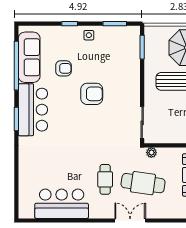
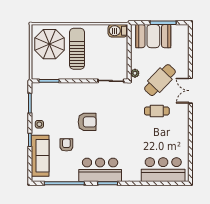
sofa: (29, 57) -> (40, 156), moved, turned 90
armchair: (92, 94) -> (87, 122), turned 90
cafe table: (143, 183) -> (160, 80), turned 36
bar counter: (62, 204) -> (163, 170), moved, turned 90

